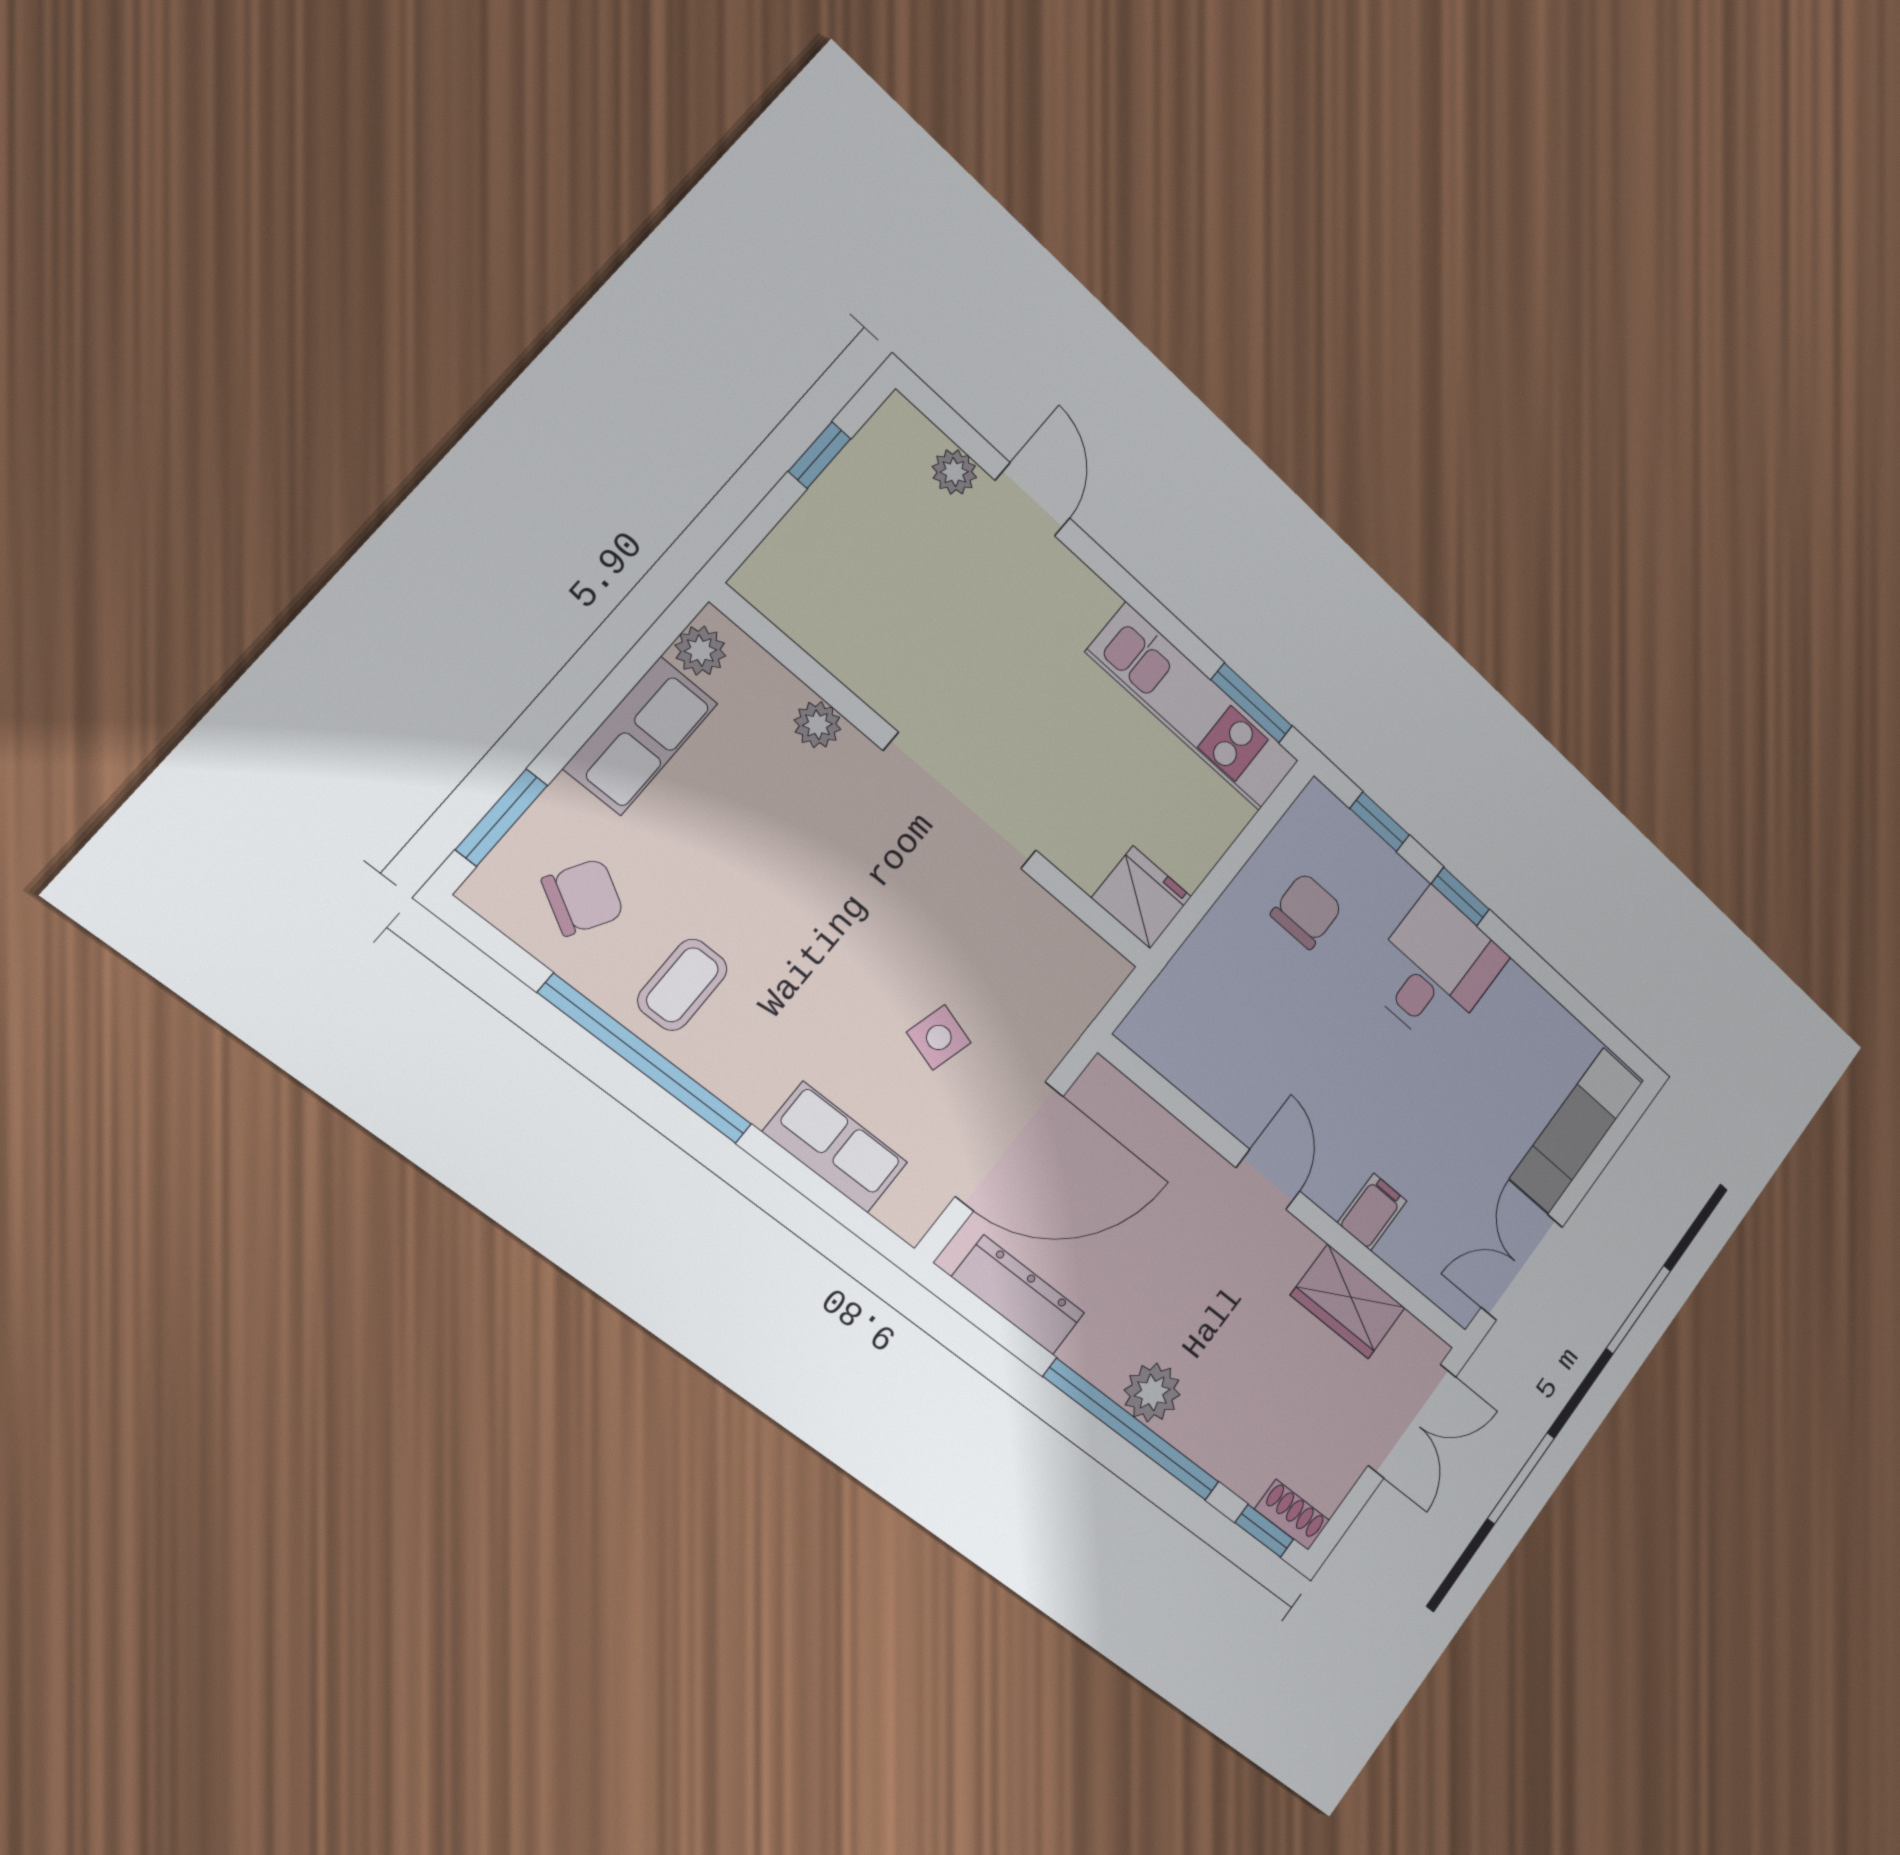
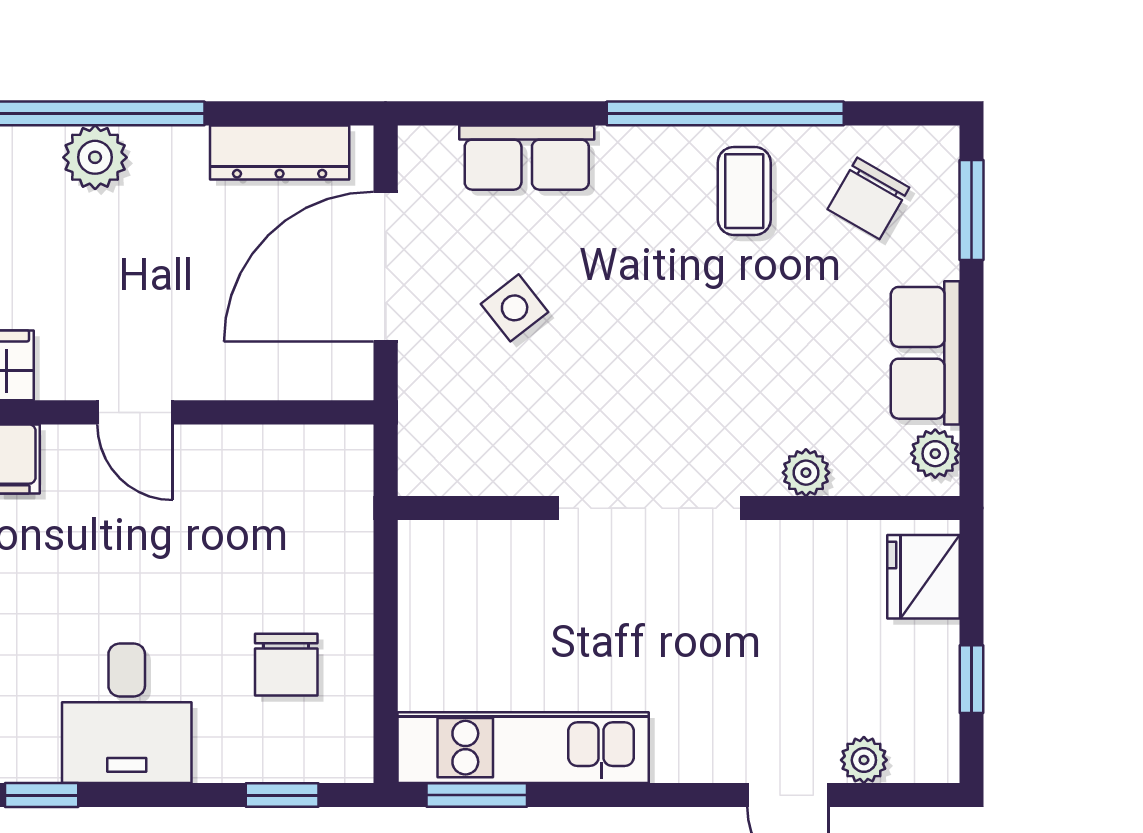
fridge: (1142, 897) -> (923, 577), moved, turned 90
window: (1460, 897) -> (42, 795), moved
side table: (939, 1037) -> (515, 308), turned 36

